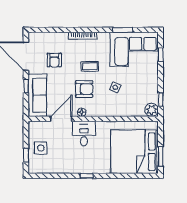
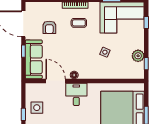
coffee table: (90, 66) -> (79, 23), moved
armchair: (84, 89) -> (77, 54), removed
plant: (152, 110) -> (138, 56), moved
door: (61, 119) -> (56, 81), hinge flipped

